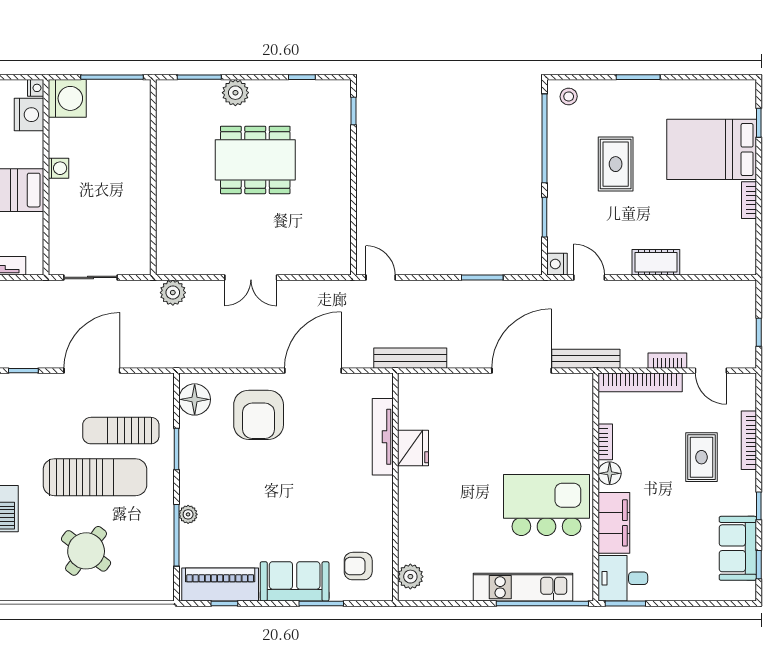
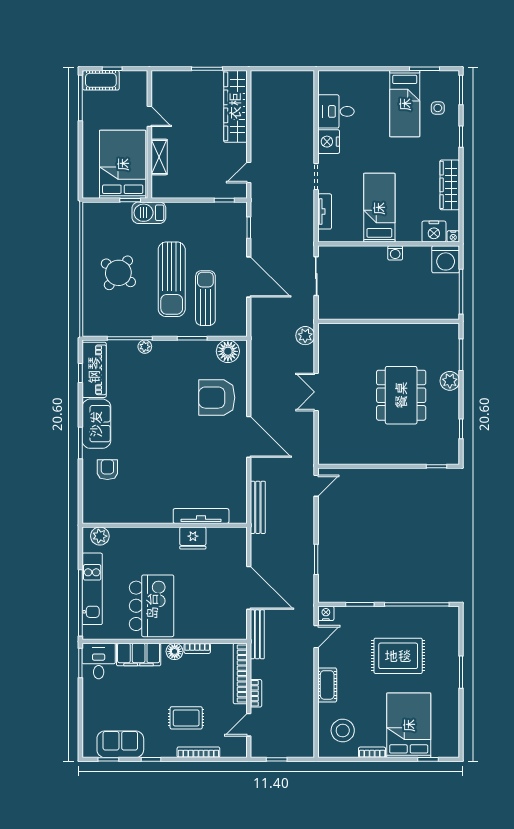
stool: (569, 96) -> (343, 730), moved, width x1.89, depth x1.89
rug: (616, 164) -> (398, 656), width x1.36, depth x1.43
tv unit: (383, 437) -> (201, 516), moved
fridge: (413, 448) -> (193, 538), moved
wall: (395, 487) -> (165, 525), moved
plant: (410, 577) -> (100, 536), moved

